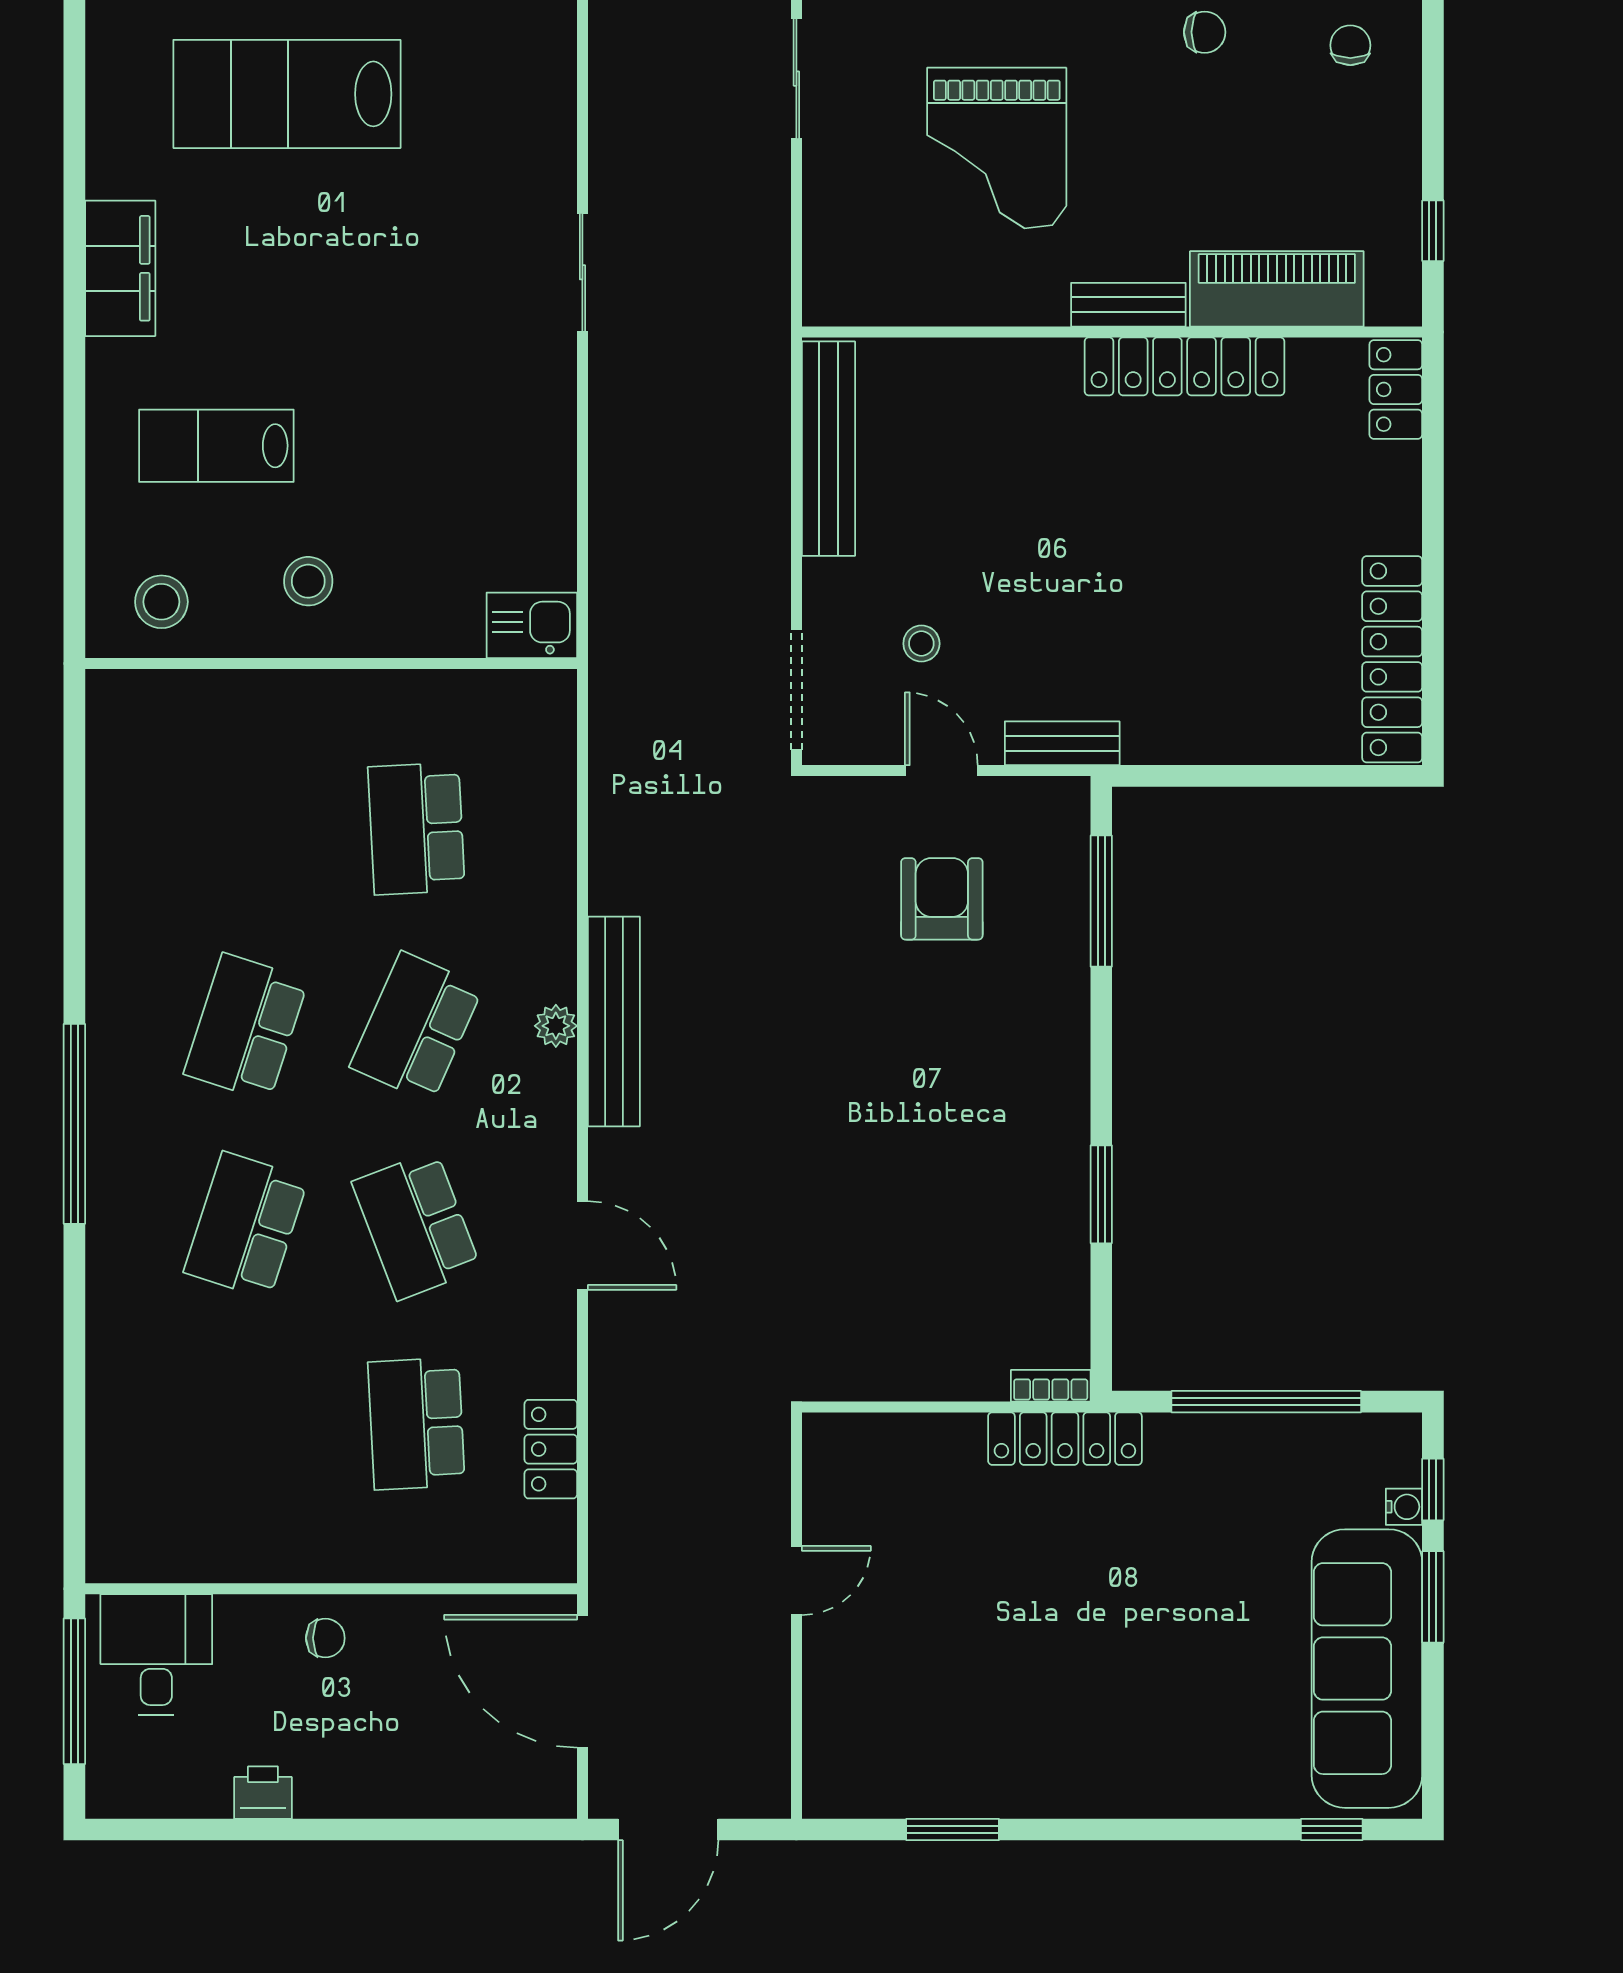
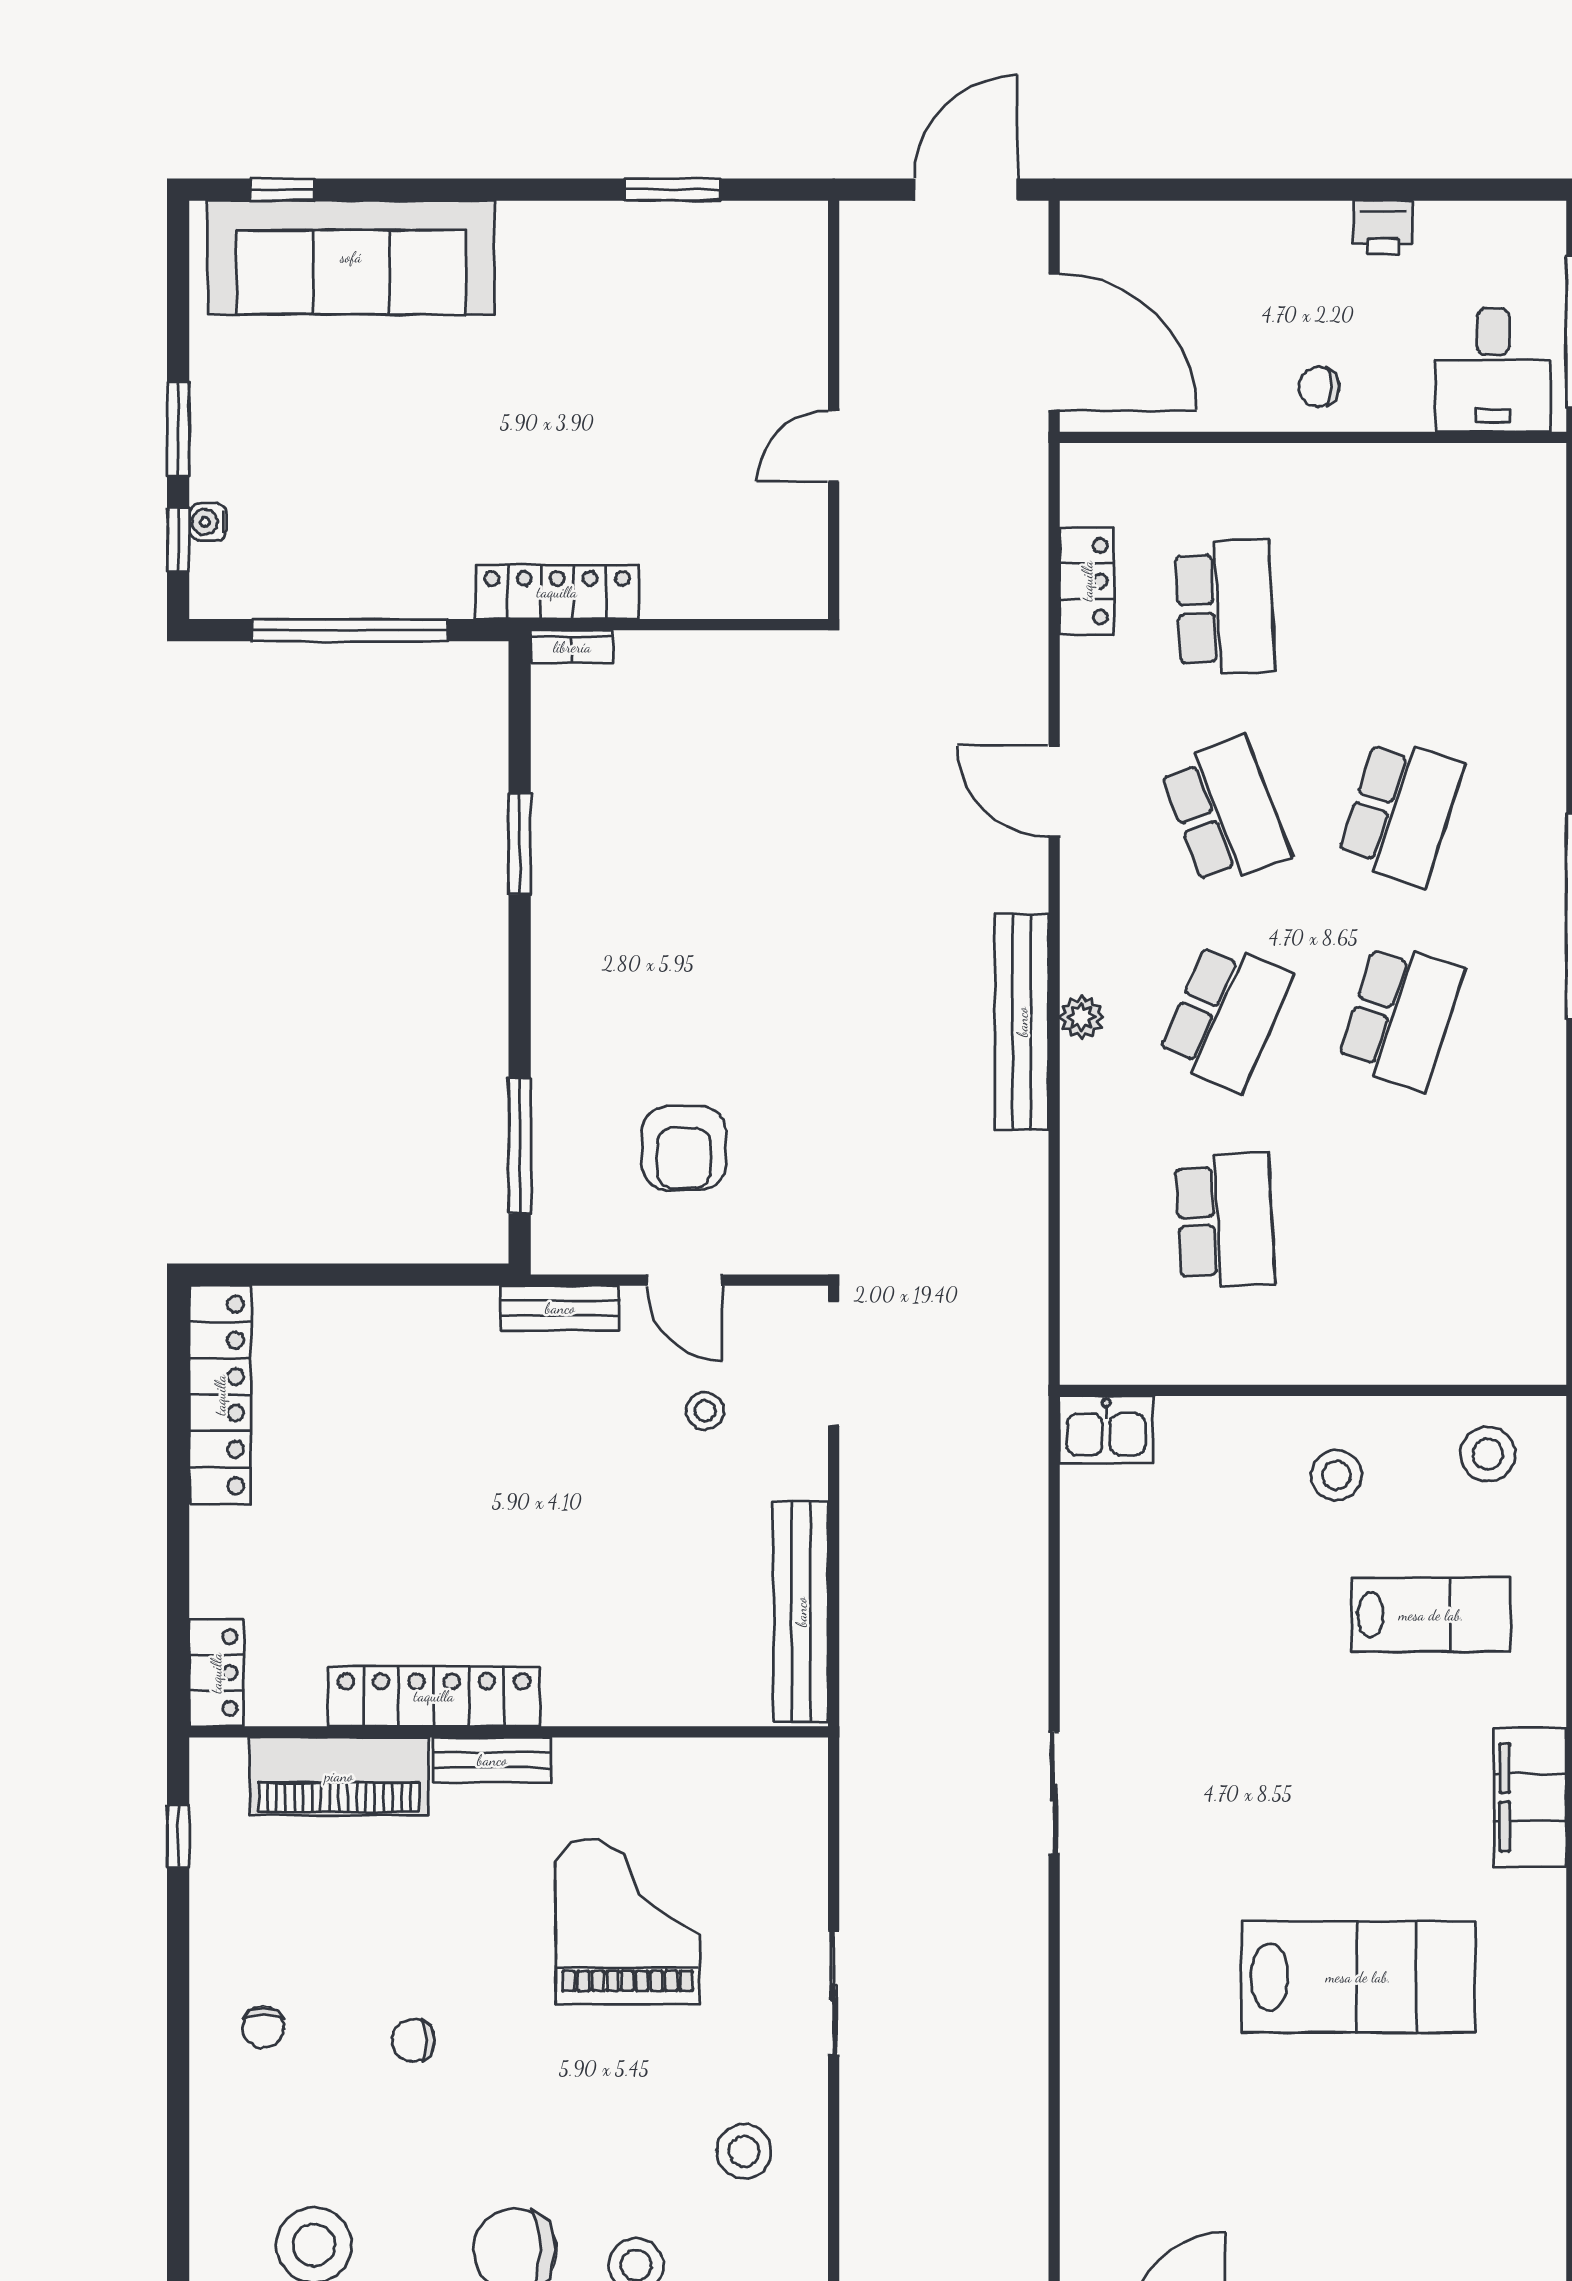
sofa: (1367, 1669) -> (351, 257), moved, turned 90

